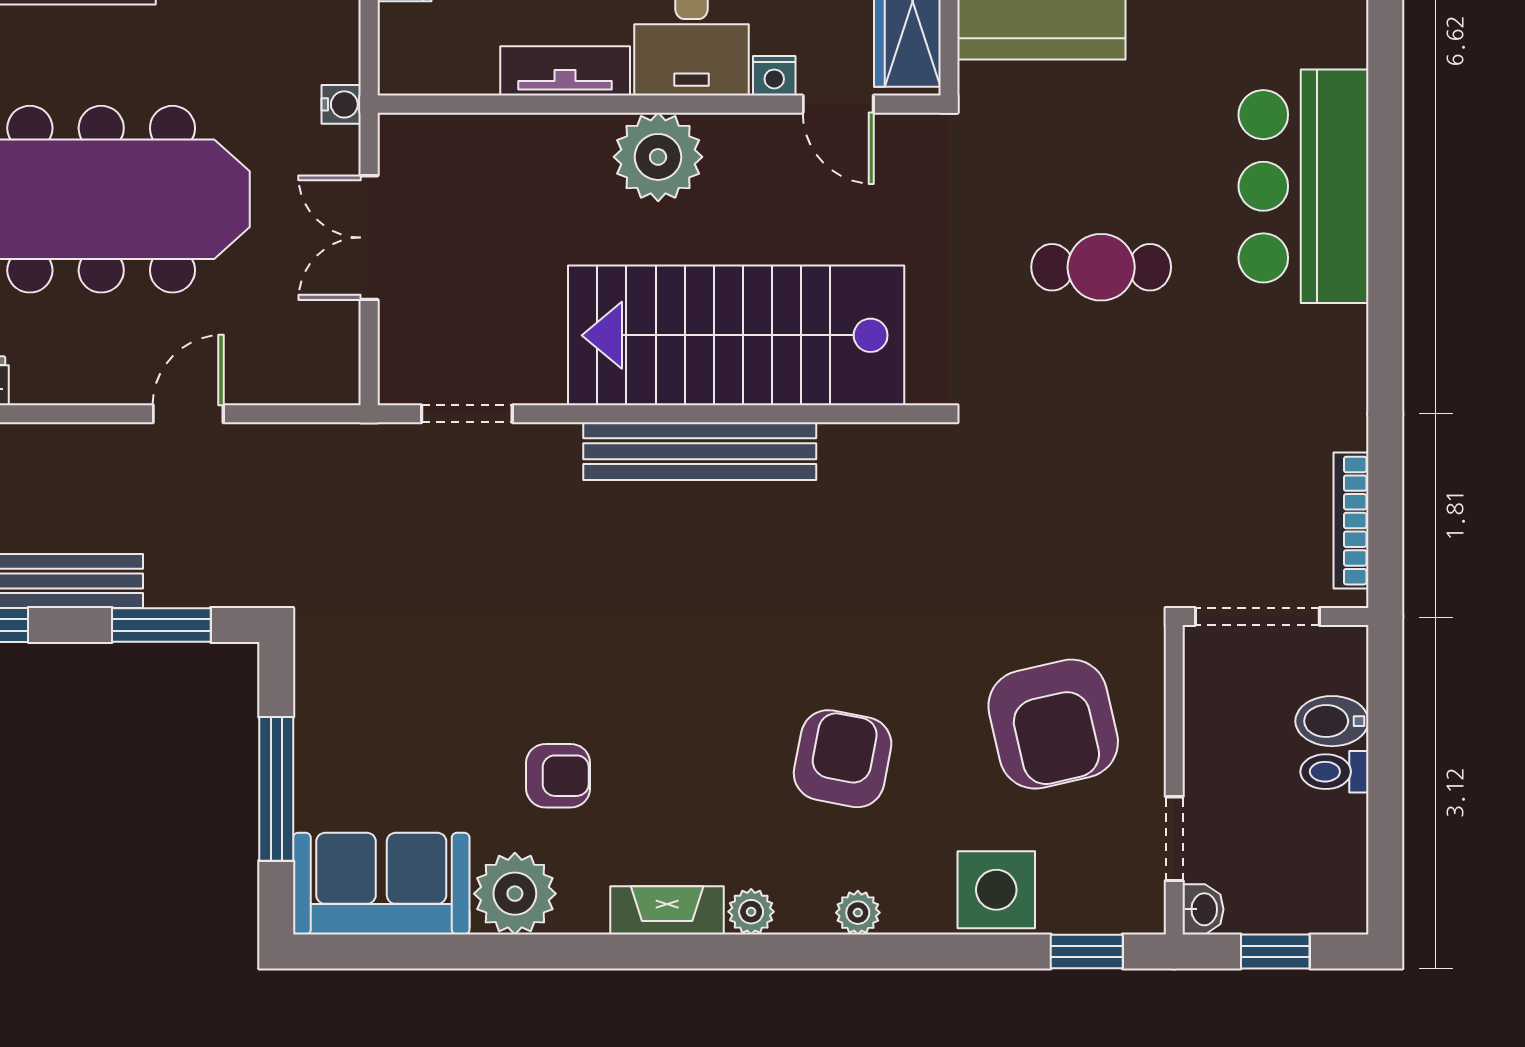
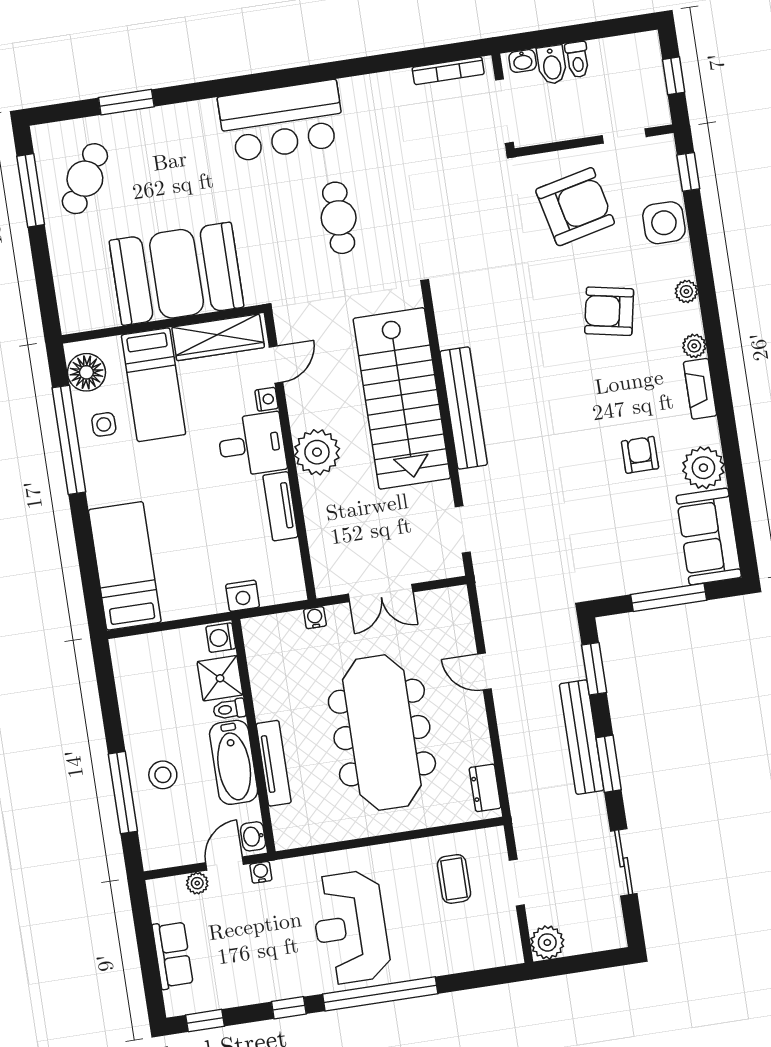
washbasin: (1203, 909) -> (523, 61), moved, turned 180

